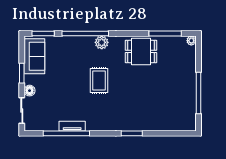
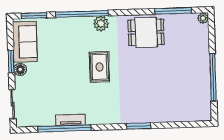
floor lamp: (30, 91) -> (20, 69), moved

